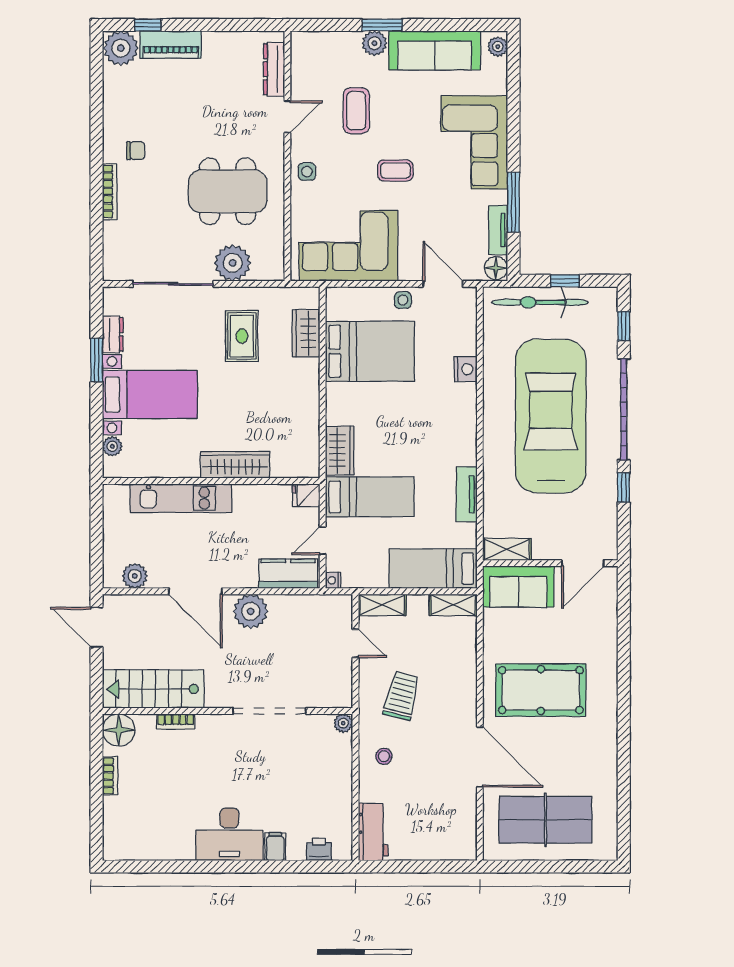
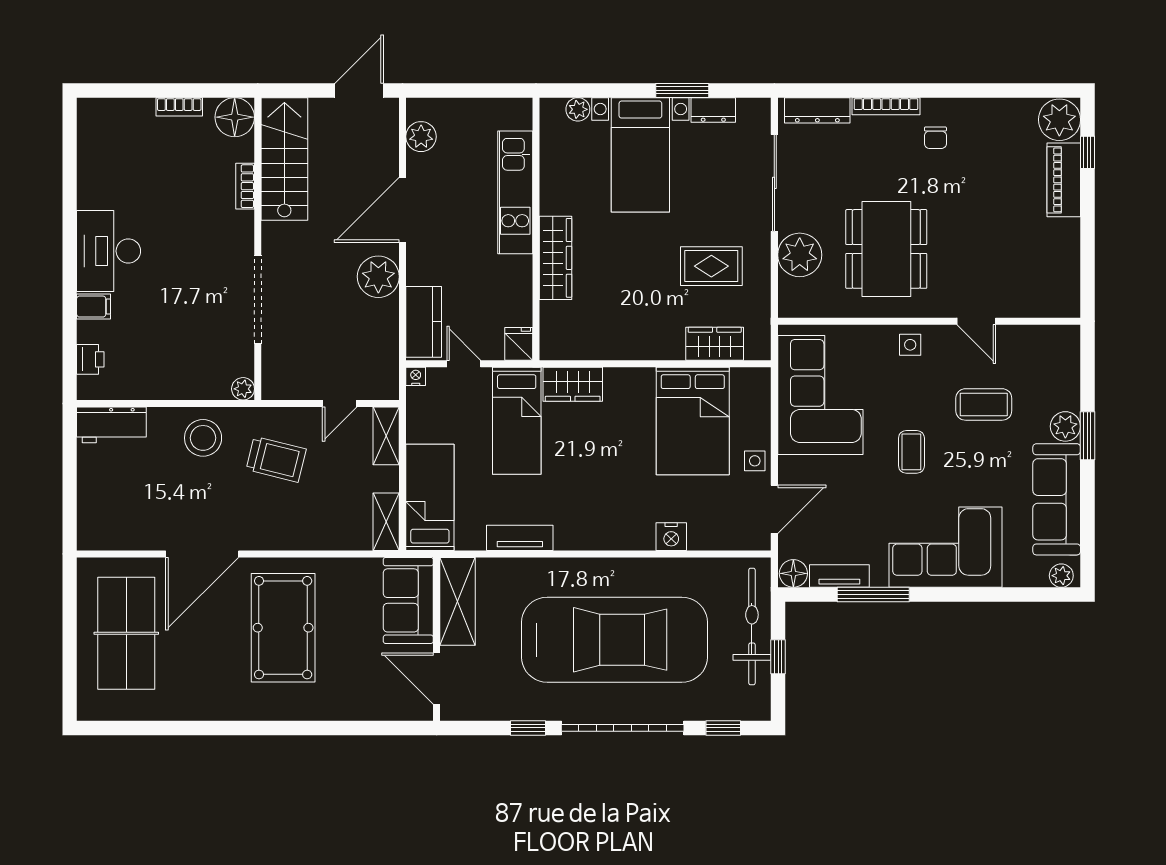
dresser: (274, 69) -> (817, 110), moved, turned 180
shelving: (507, 549) -> (458, 601), width x1.50, depth x1.33
stool: (384, 756) -> (203, 438), width x1.89, depth x1.89

